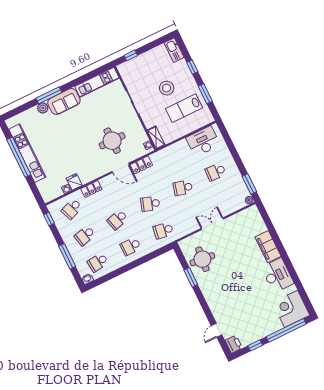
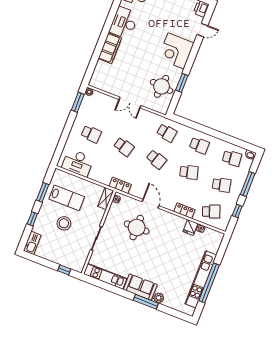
locker: (141, 165) -> (120, 185), moved
window: (49, 219) -> (237, 211), moved
corner desk: (219, 295) -> (176, 51), added

